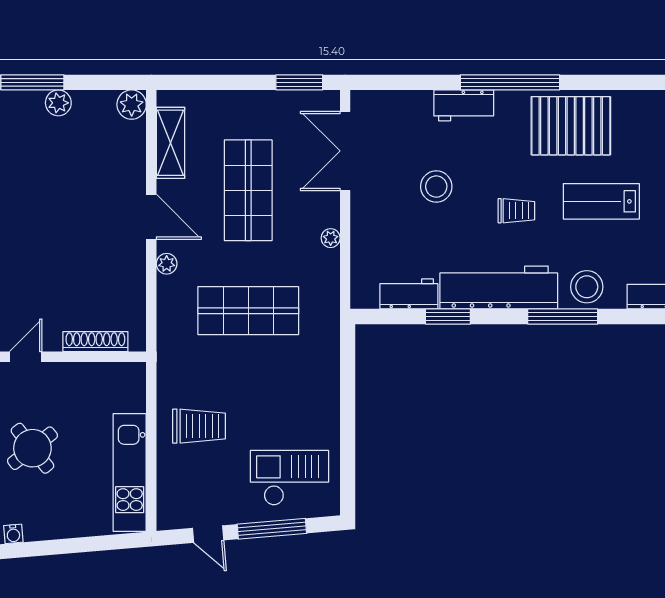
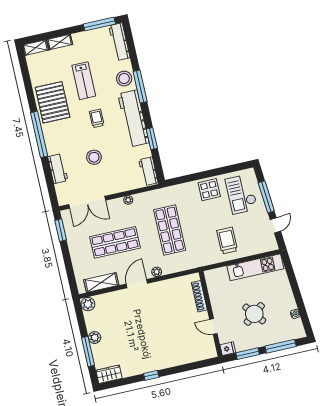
workbench: (464, 105) -> (58, 169), moved
workbench: (409, 294) -> (148, 171), moved
display table: (314, 412) -> (209, 190), added

